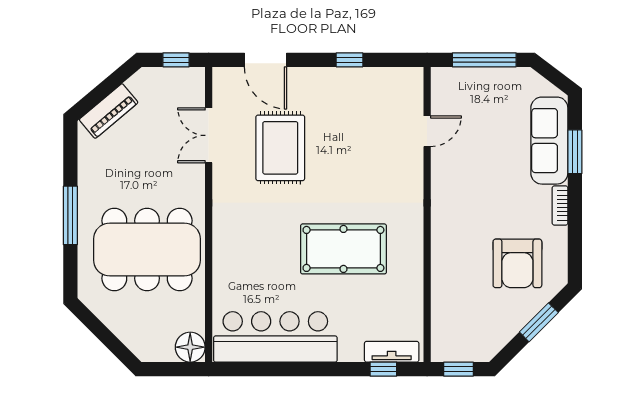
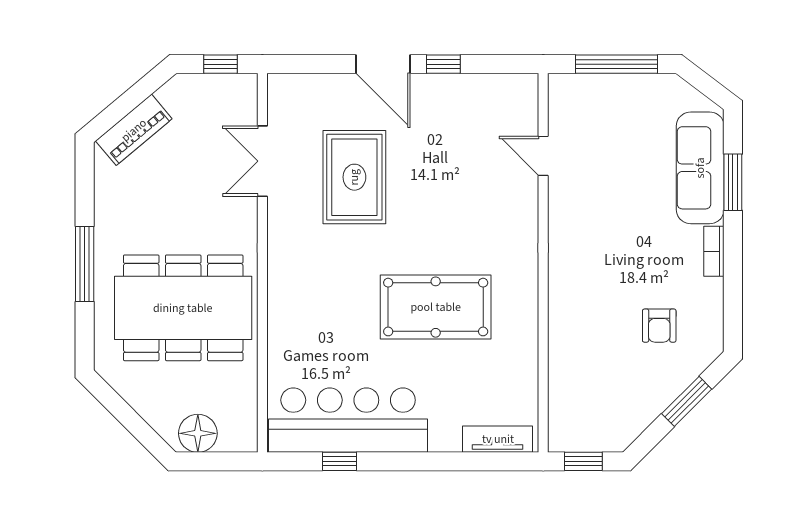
door: (265, 60) -> (383, 64), moved
door: (427, 131) -> (543, 156), swing flipped
armchair: (517, 263) -> (659, 326), width x0.53, depth x0.53
floor lamp: (190, 347) -> (198, 433), moved
window: (383, 369) -> (339, 461), moved

